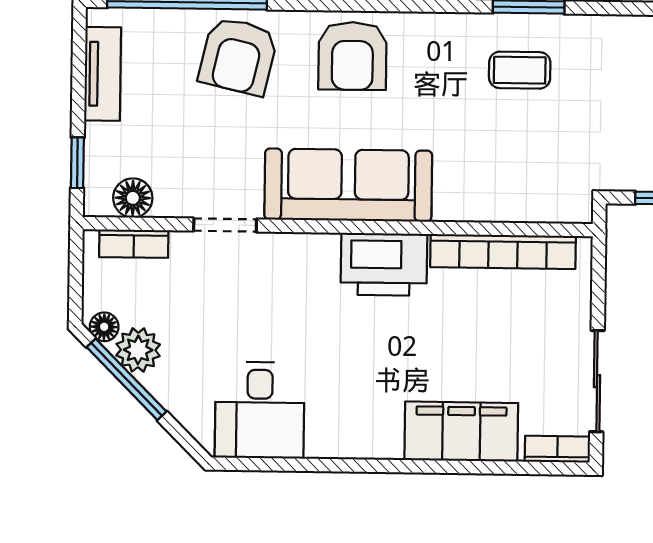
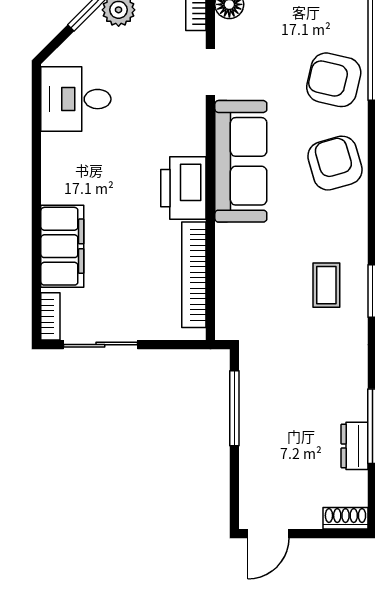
armchair: (352, 56) -> (335, 163), turned 74

